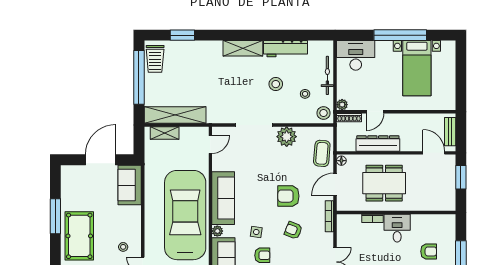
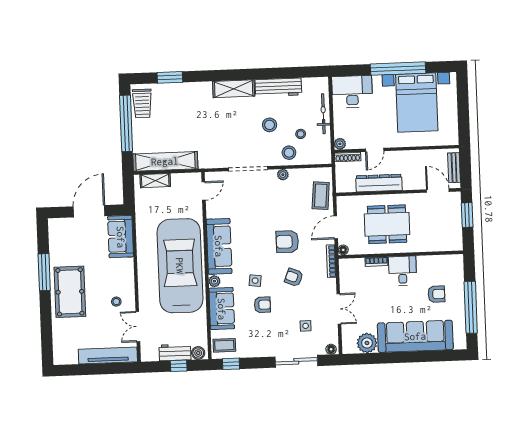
bed with nightstands: (417, 68) -> (417, 103), width x1.36
stool: (324, 113) -> (289, 153), moved
plant: (287, 137) -> (283, 175), width x0.53, depth x0.53
floor lamp: (341, 161) -> (343, 250), moved

